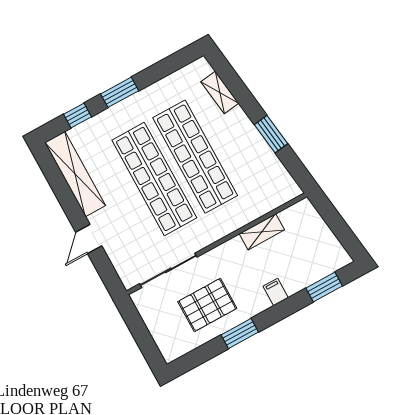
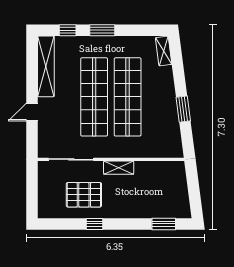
shelving: (220, 93) -> (164, 51), moved
shelving: (262, 232) -> (119, 168), moved
filing cabinet: (276, 292) -> (131, 210), removed
window: (240, 333) -> (94, 224), width x0.67

